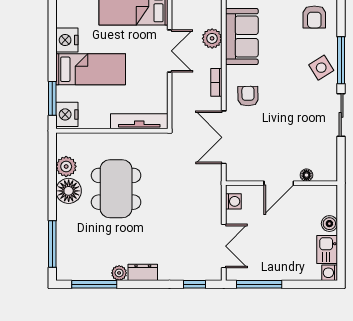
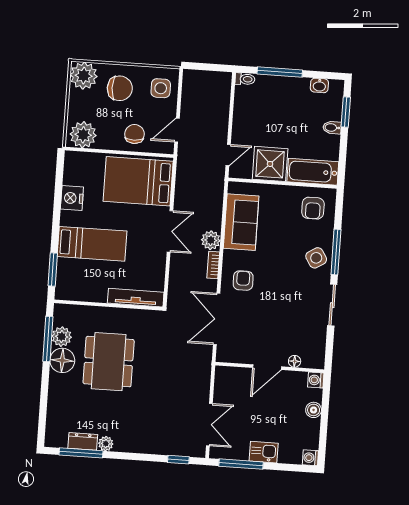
plant: (212, 38) -> (211, 240), moved
nightstand: (67, 40) -> (72, 198), moved
nightstand: (67, 114) -> (66, 286), removed
washing machine: (233, 201) -> (316, 380), moved, turned 180
window: (52, 244) -> (48, 339), moved
kitchen sink: (327, 249) -> (264, 452), moved, turned 90
dresser: (143, 272) -> (83, 441), moved

